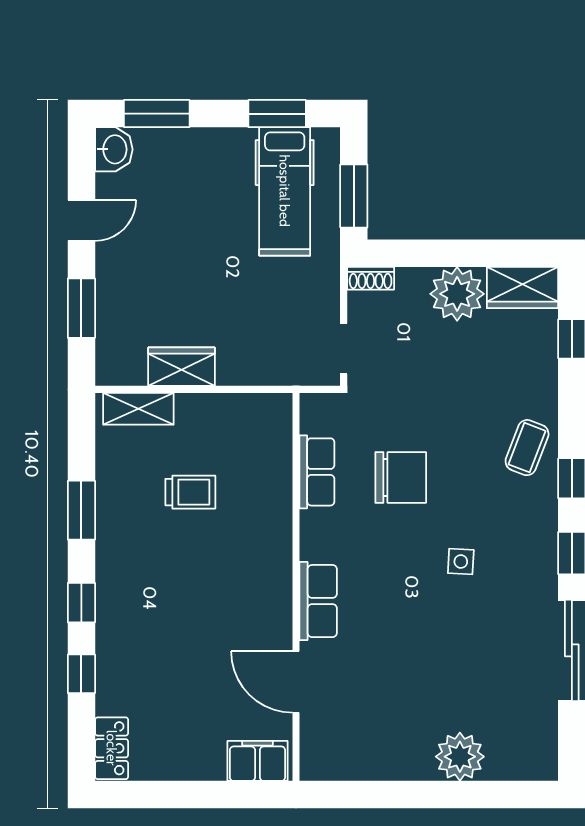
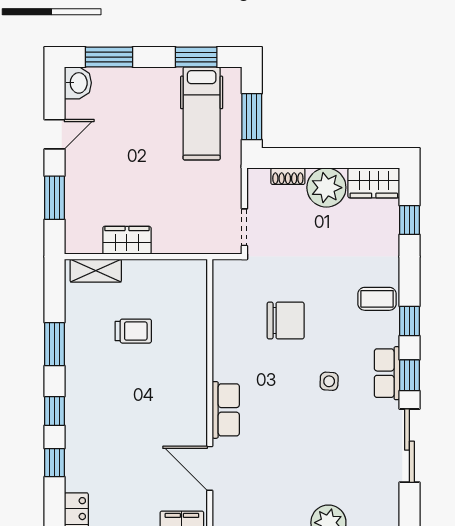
shoe rack: (371, 278) -> (288, 176), moved
coffee table: (527, 448) -> (377, 299), turned 69
row of seats: (317, 472) -> (387, 373), moved, turned 180

